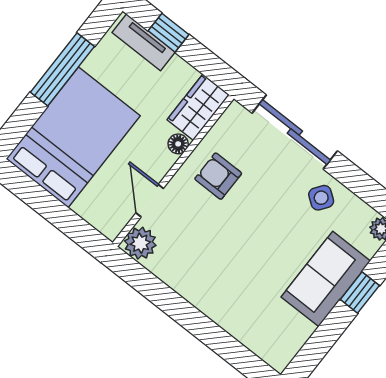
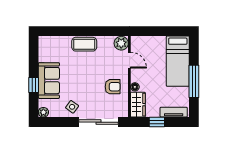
window: (168, 33) -> (157, 122), moved
bed: (73, 137) -> (178, 61), width x0.67
coffee table: (209, 294) -> (84, 44), added

